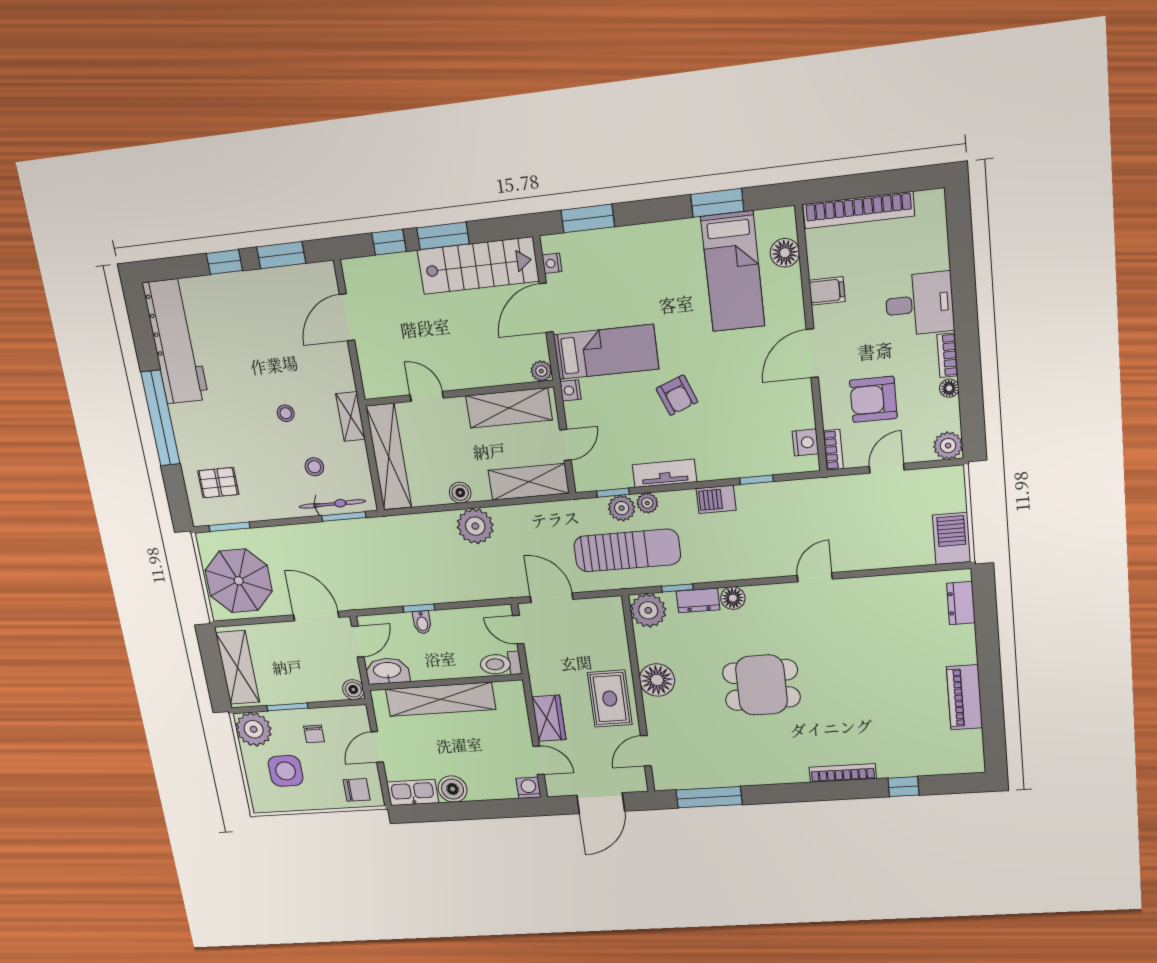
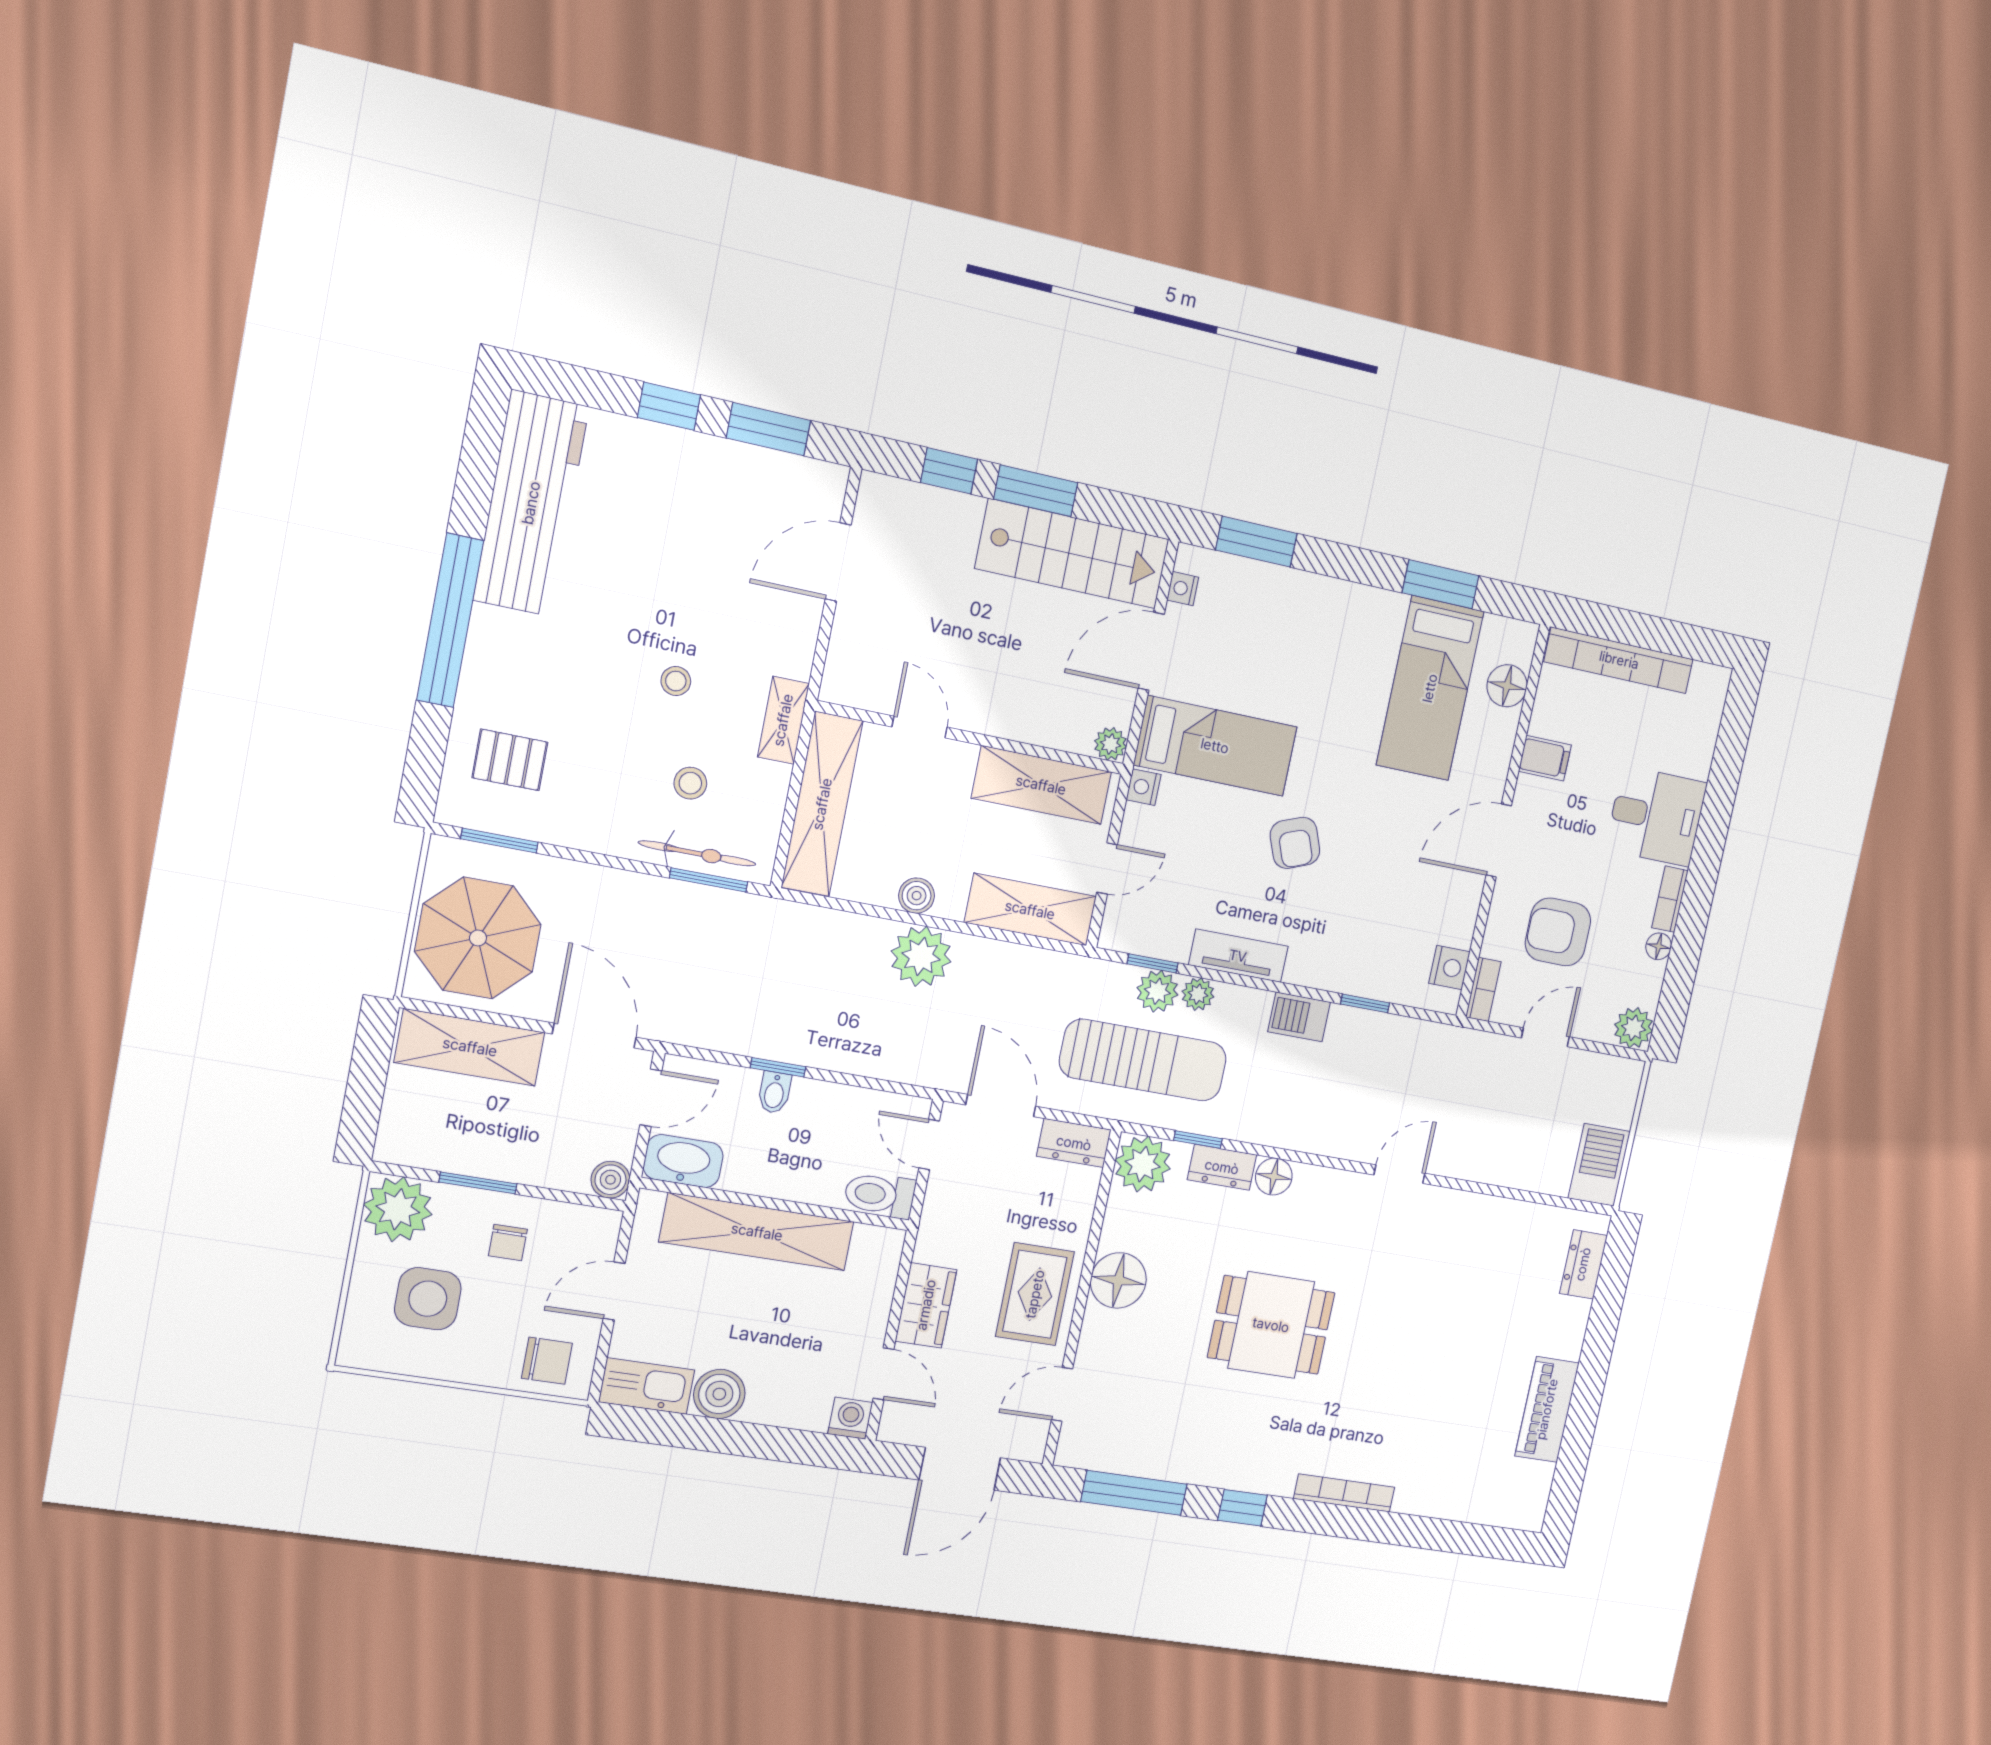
dresser: (602, 608) -> (1074, 1143), added
shelving: (238, 667) -> (470, 1047), moved, turned 90
window: (903, 787) -> (1242, 1508), moved

